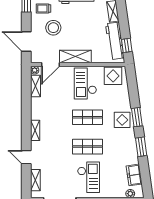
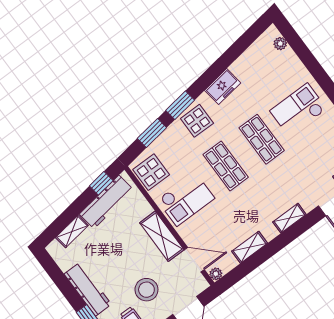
shelving: (35, 86) -> (250, 247), moved
window: (141, 147) -> (152, 133), moved
freezer: (134, 175) -> (223, 87), moved

